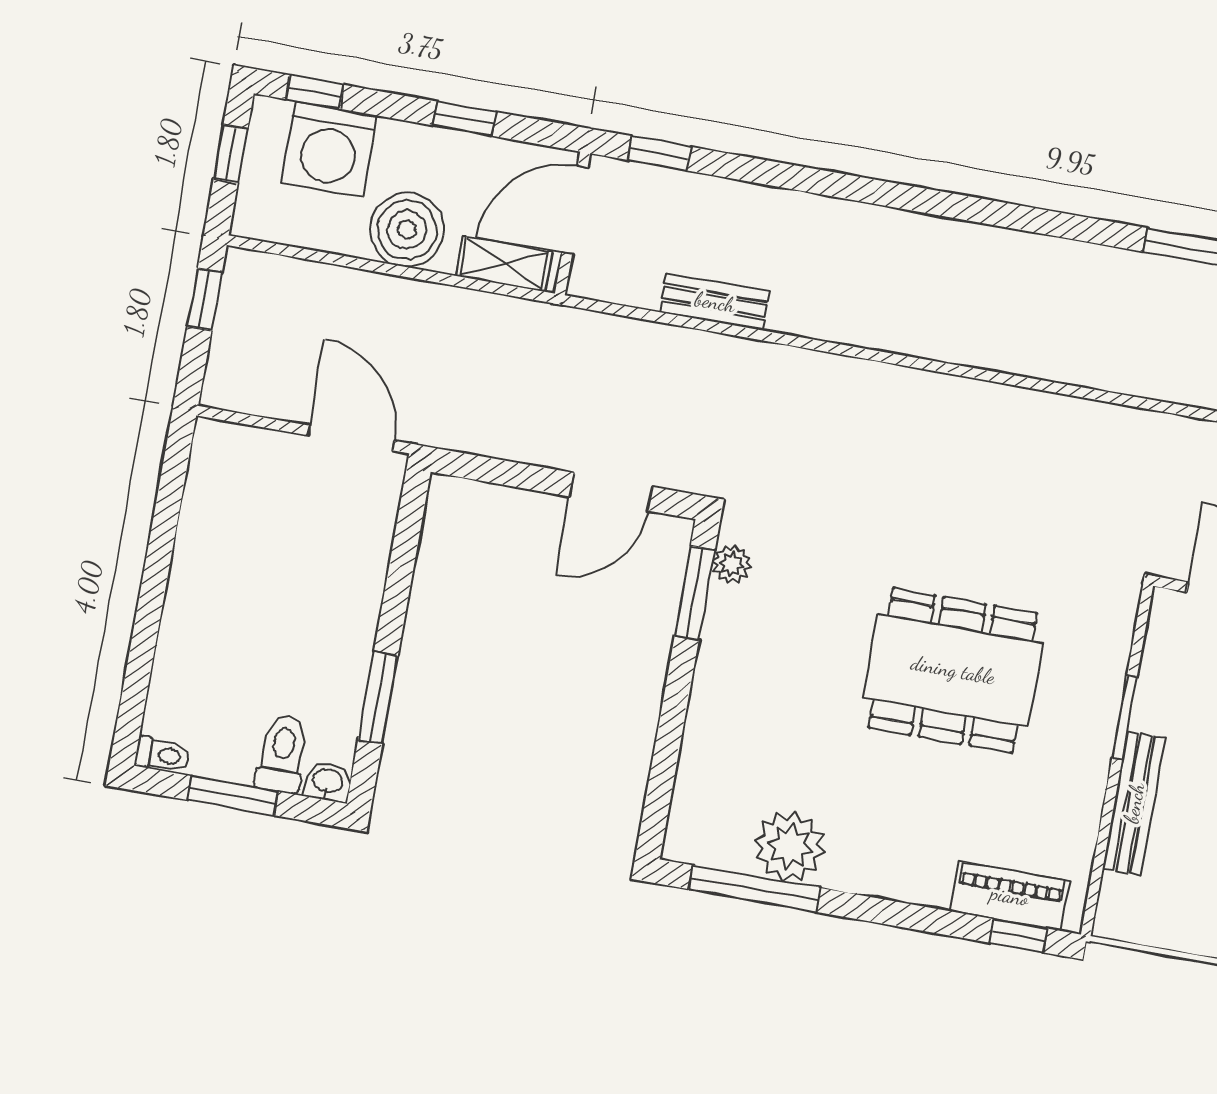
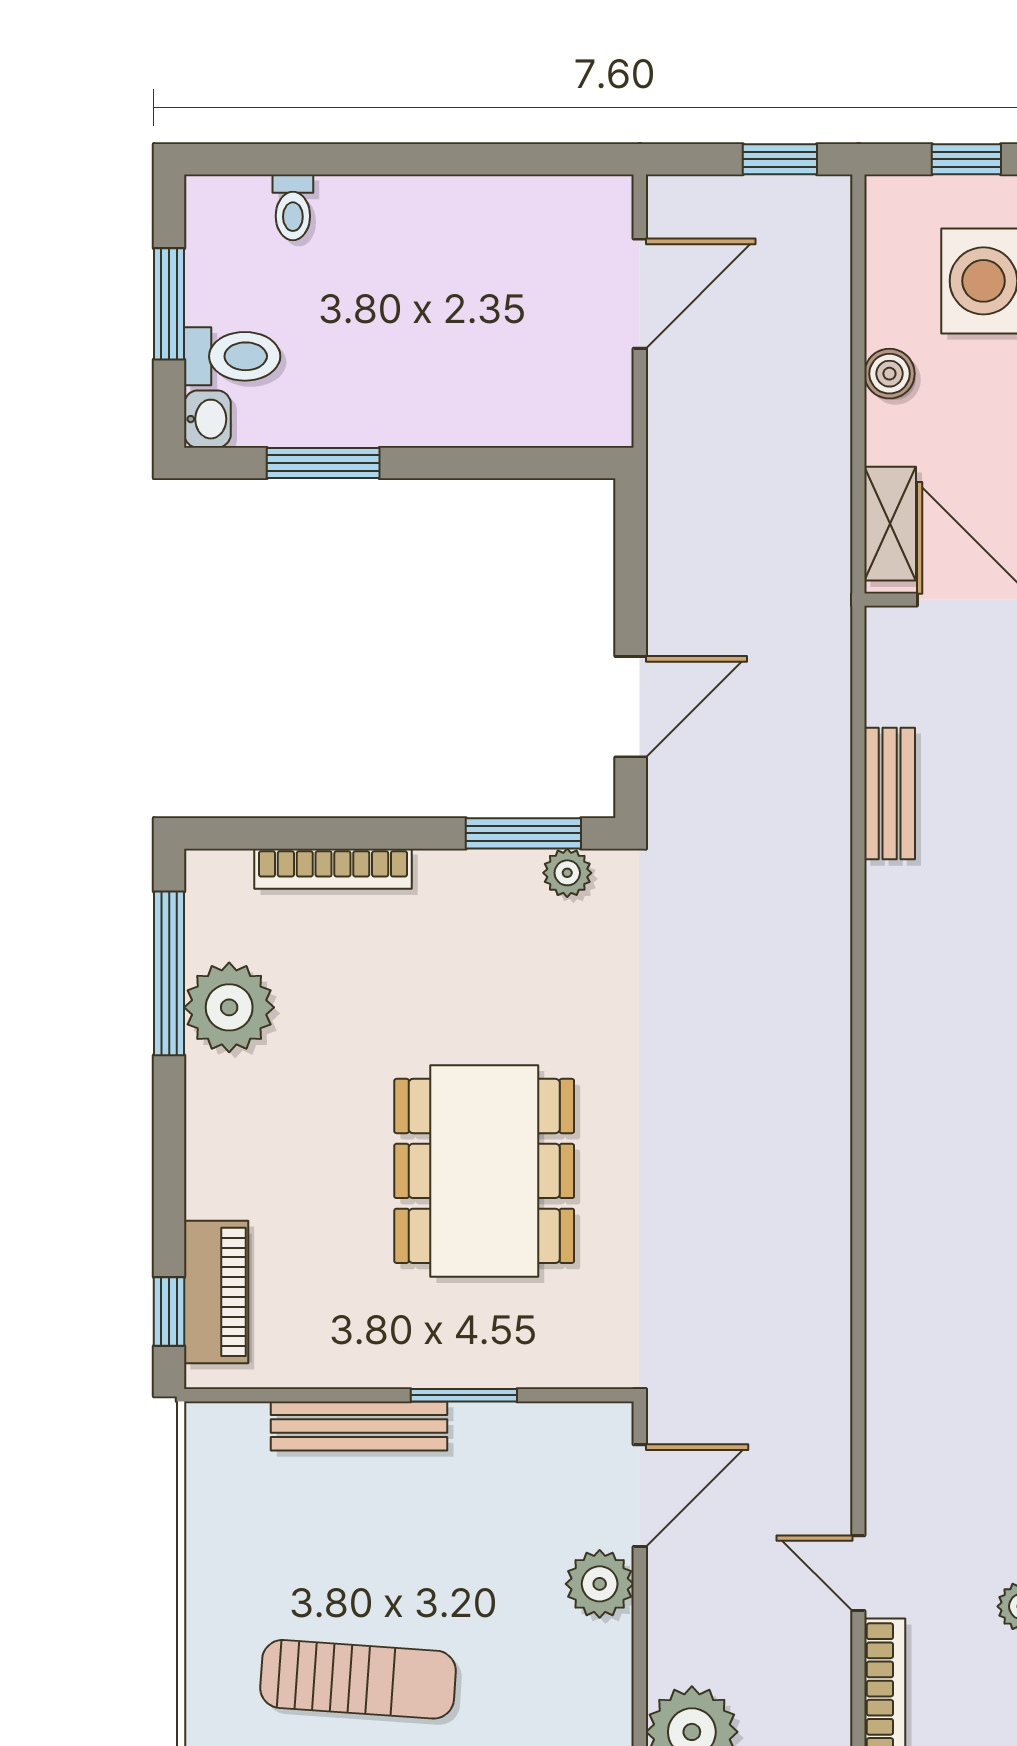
boiler: (407, 230) -> (889, 374), width x0.54, depth x0.54
door: (351, 438) -> (640, 294), moved
door: (611, 492) -> (631, 707), swing flipped
bookcase: (696, 746) -> (333, 869), added
toilet: (162, 755) -> (293, 207), moved

